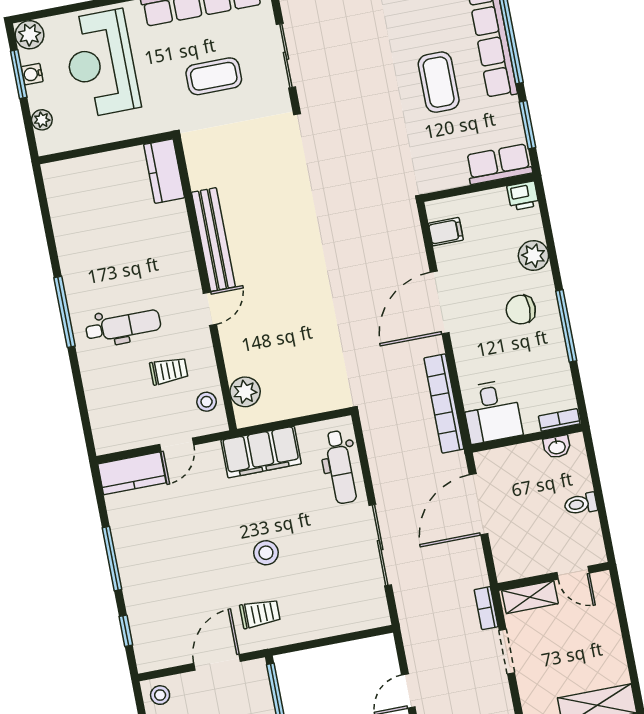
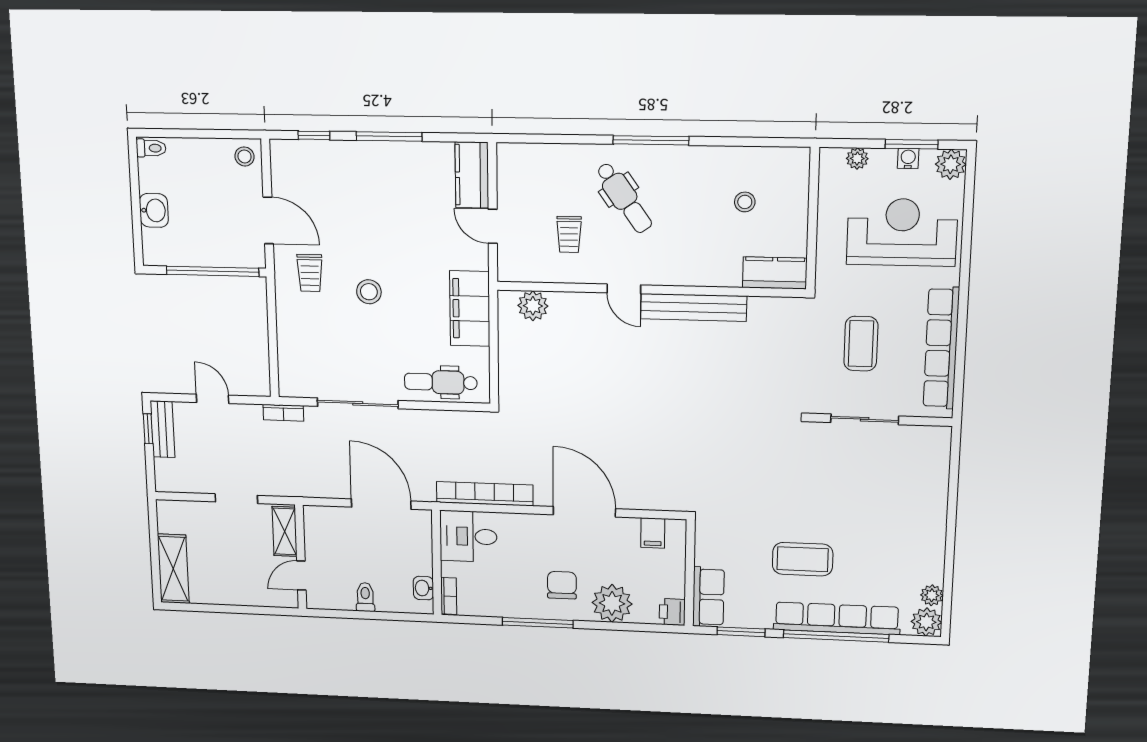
plant: (533, 256) -> (612, 603), width x1.36, depth x1.36
dental chair: (123, 326) -> (624, 198), turned -35
stool: (207, 402) -> (745, 202), moved
bookcase: (486, 608) -> (283, 413), moved, turned 180

